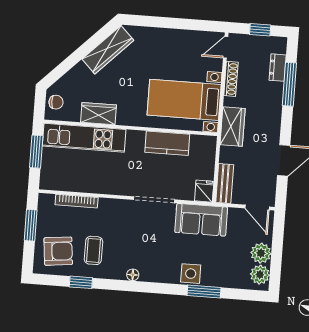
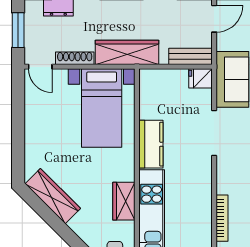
window: (260, 30) -> (18, 30), width x1.50
wardrobe: (233, 127) -> (127, 52), width x1.50
kitchen counter: (167, 143) -> (151, 144), moved

